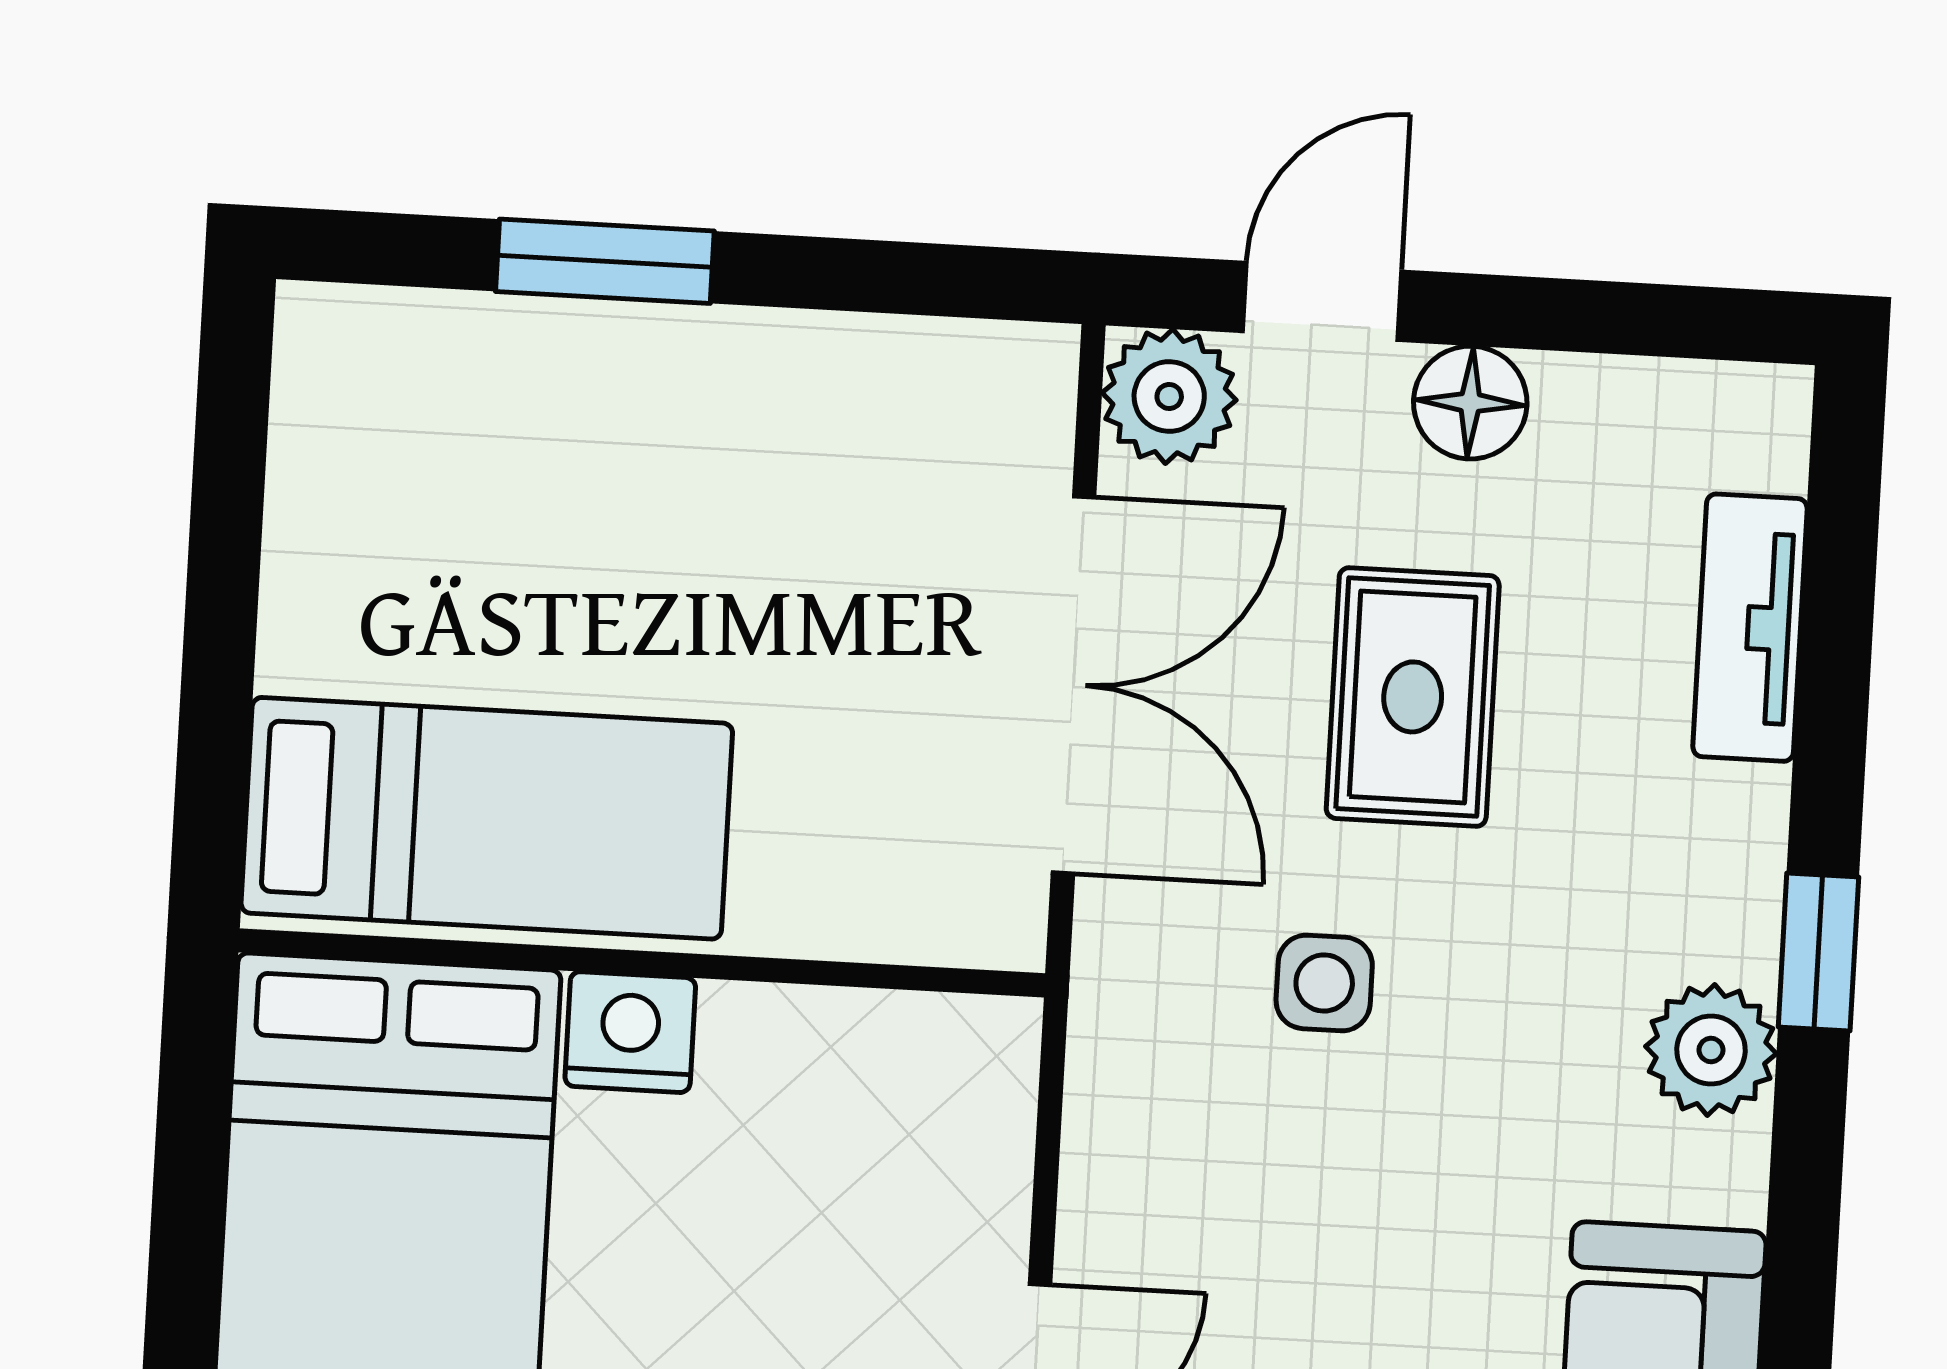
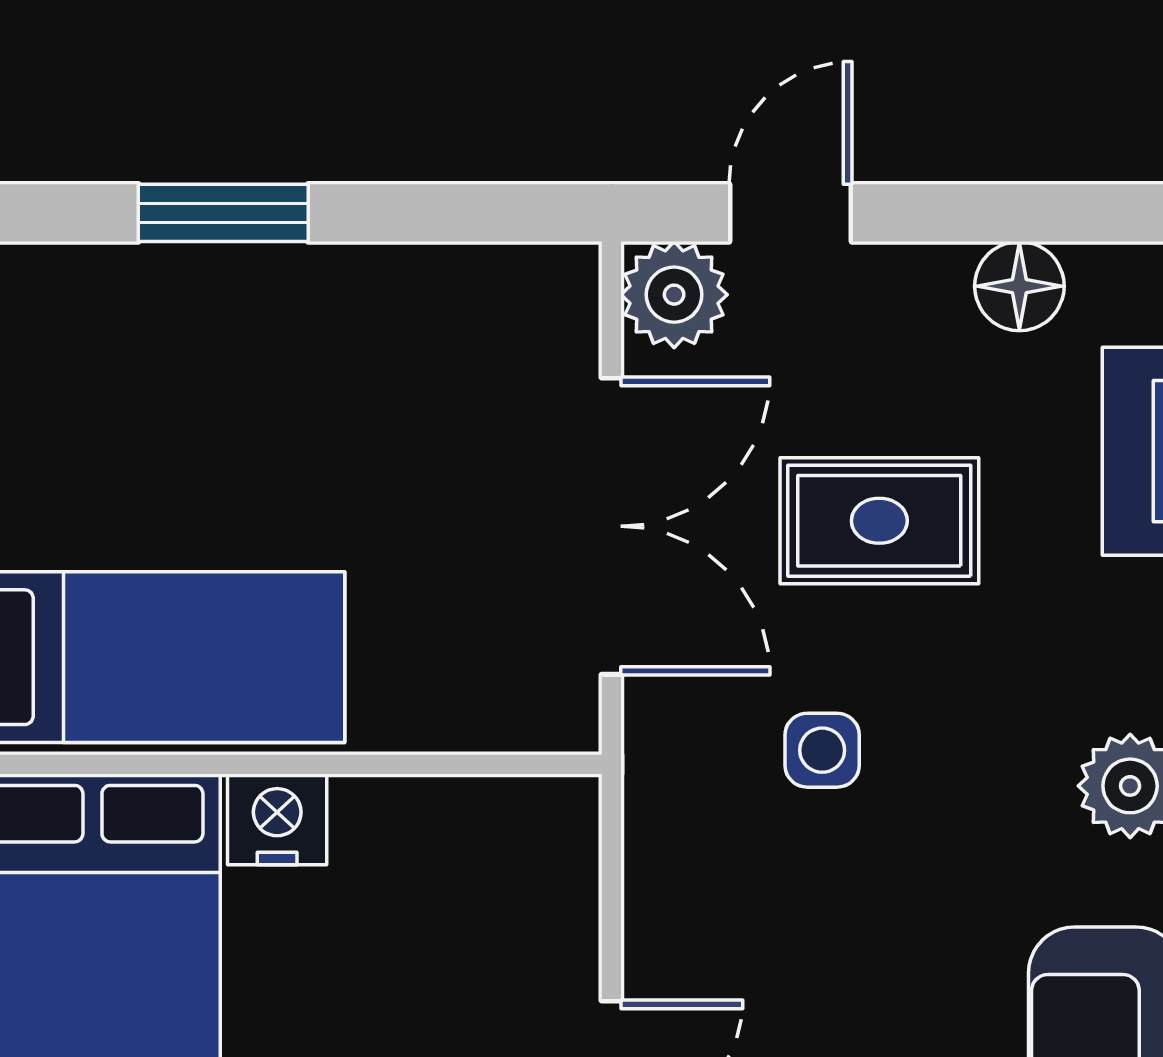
floor lamp: (1470, 403) -> (1019, 286), moved
rug: (1413, 697) -> (879, 521), turned 90

